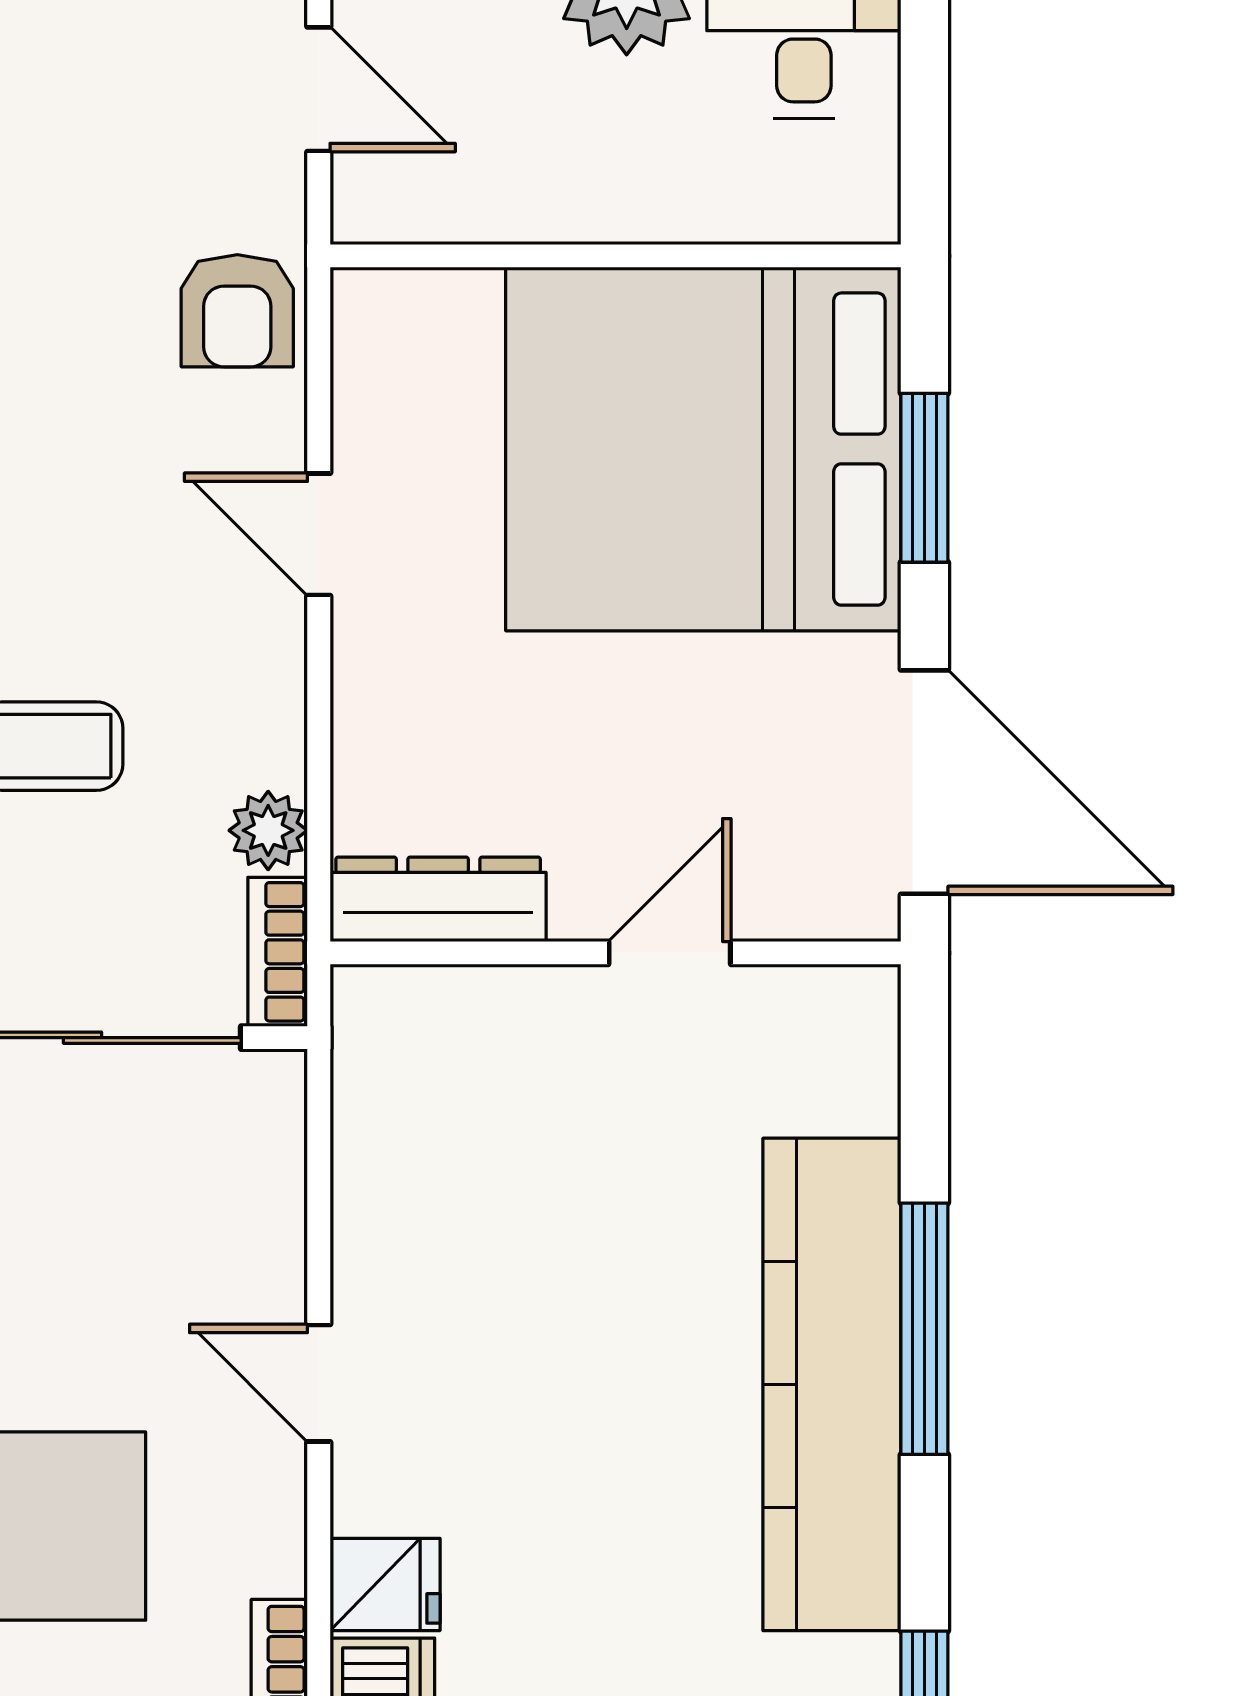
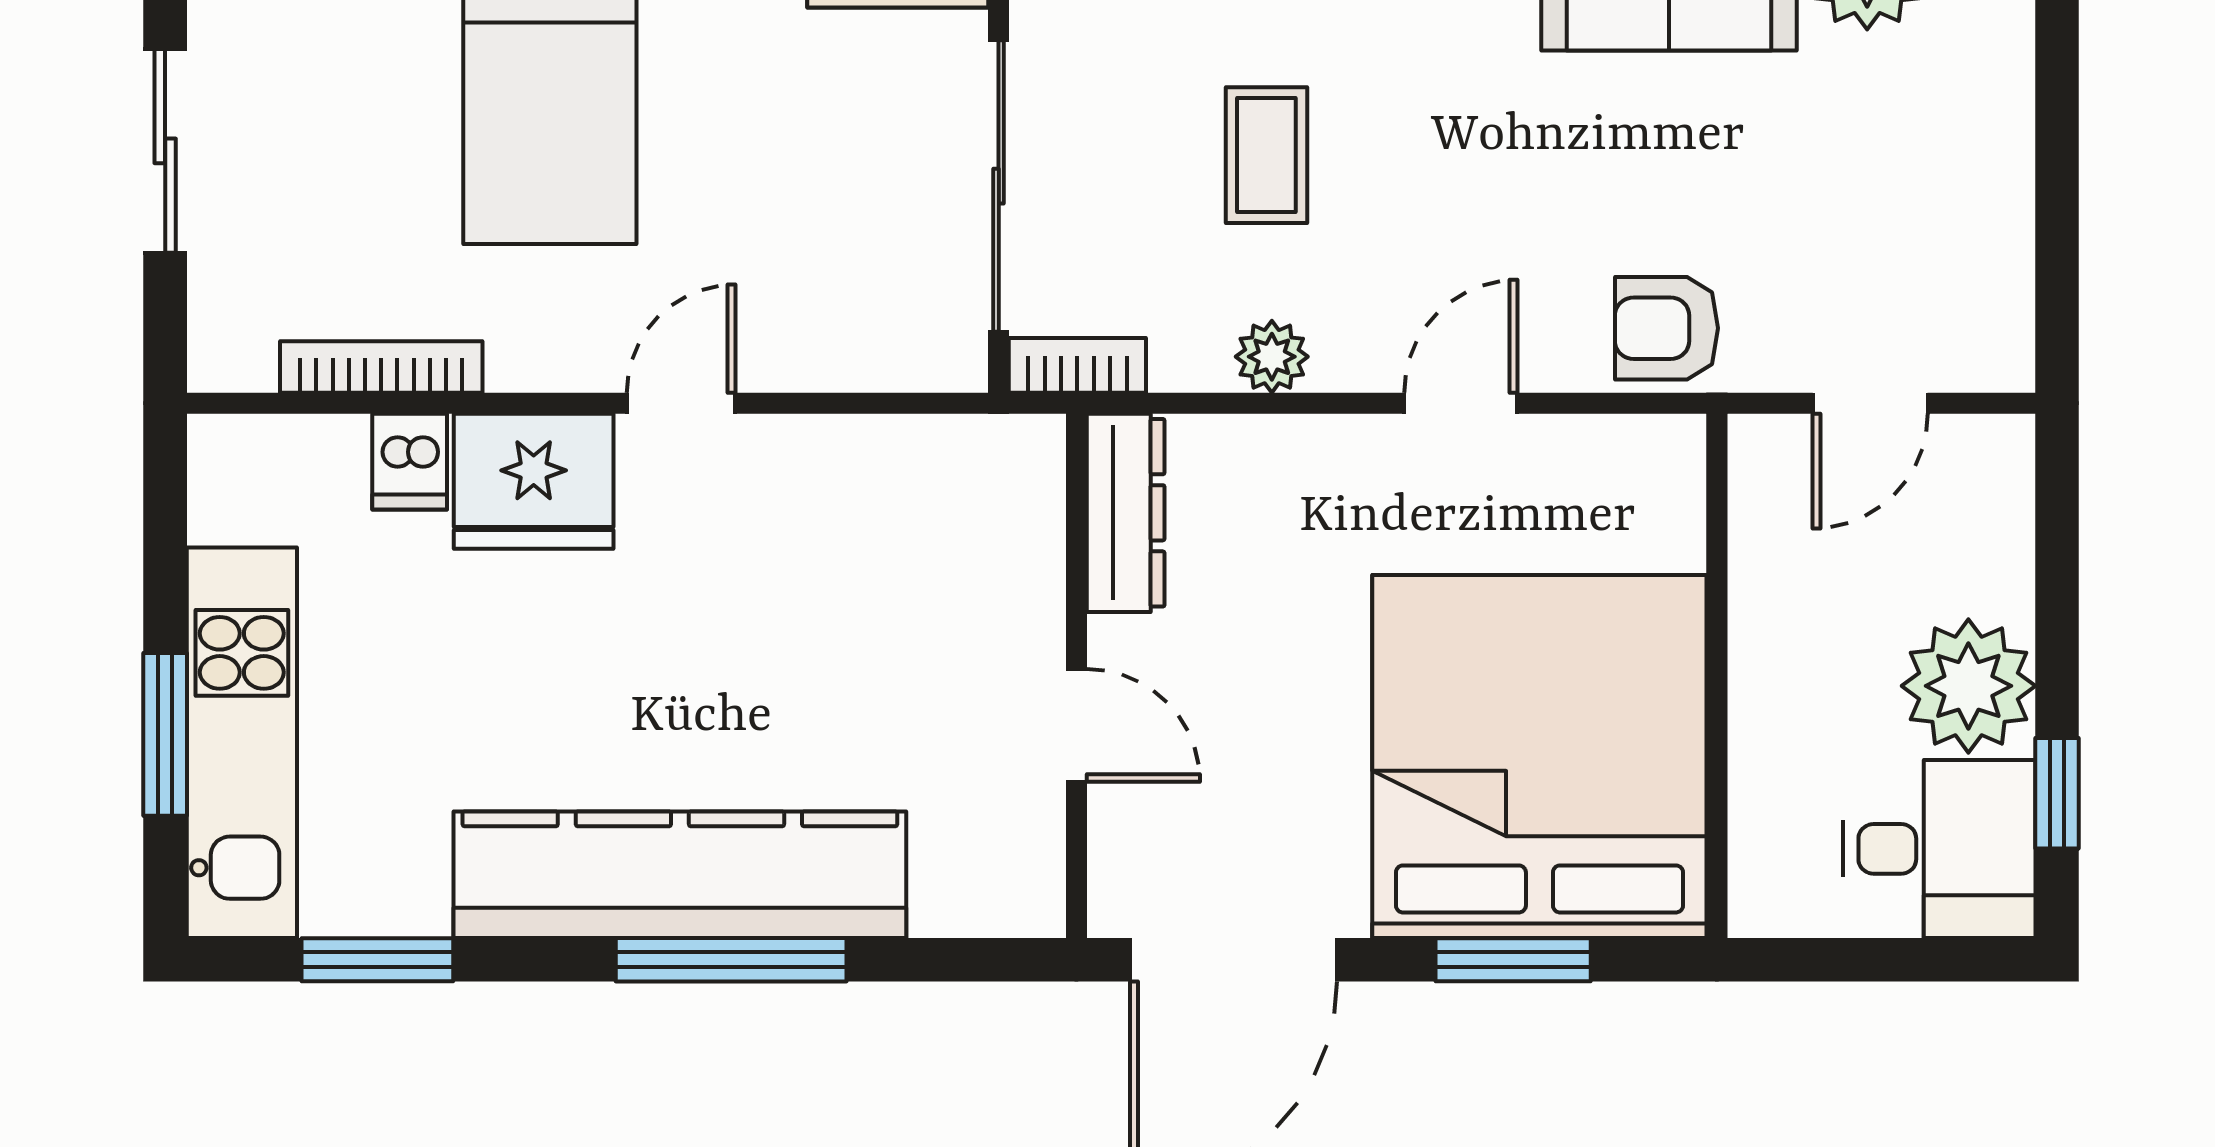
plant: (268, 830) -> (1272, 357), moved
fridge: (385, 1584) -> (534, 481), width x1.88, depth x1.34

